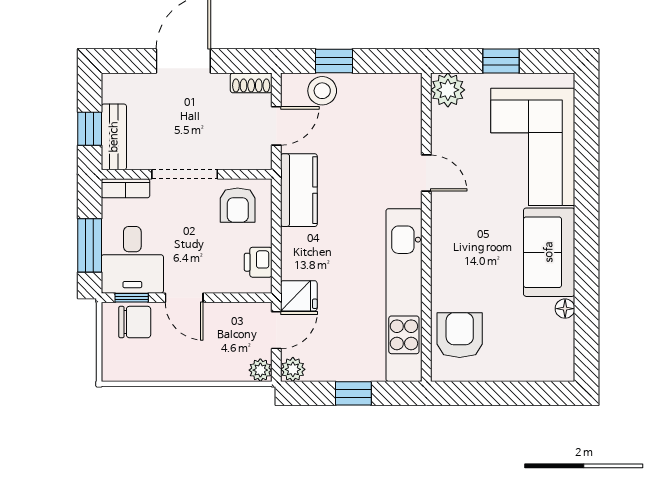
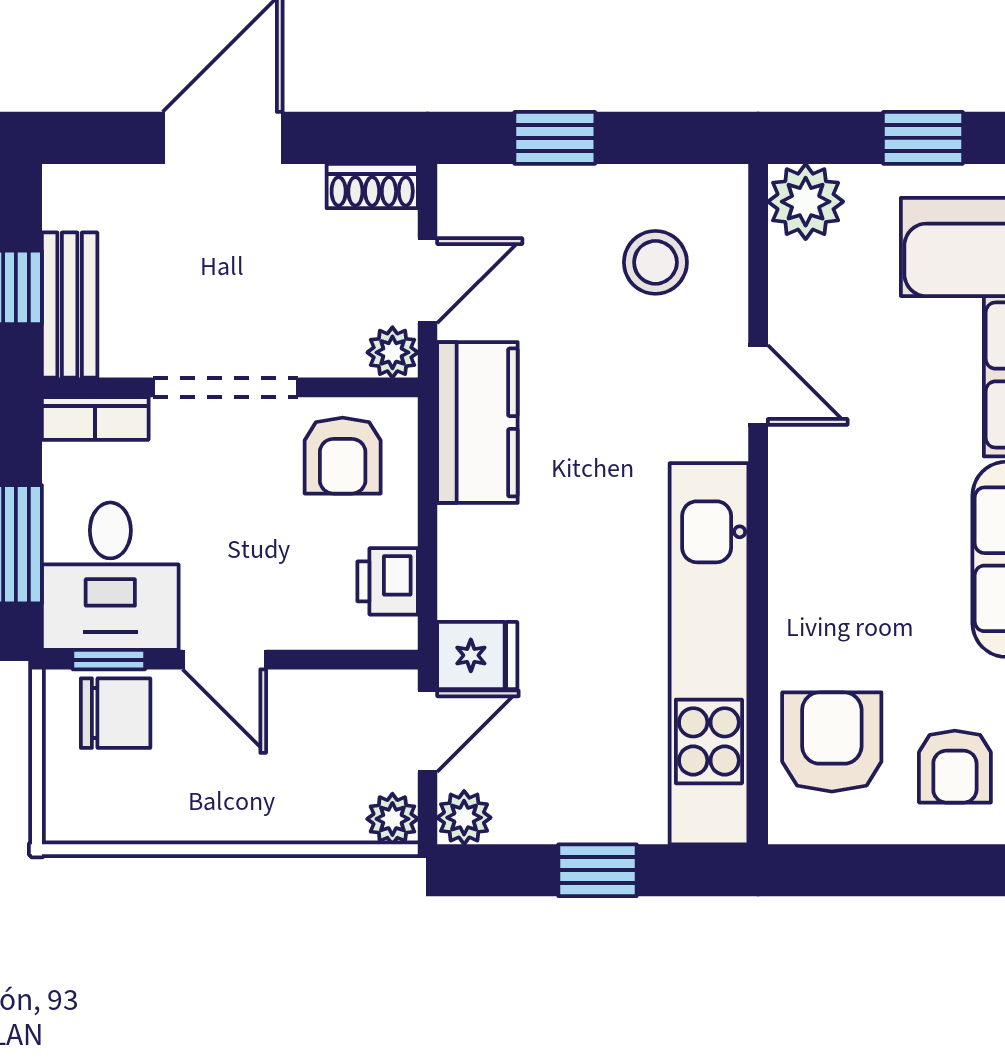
stool: (322, 91) -> (655, 262), moved
plant: (260, 158) -> (392, 352), added
armchair: (516, 346) -> (955, 767), added

